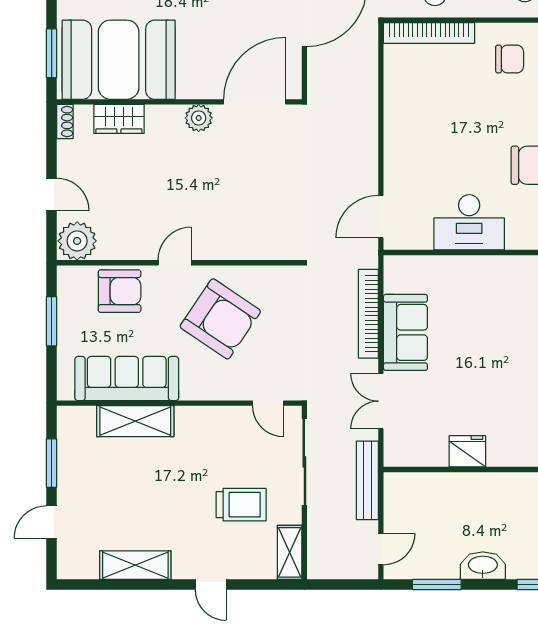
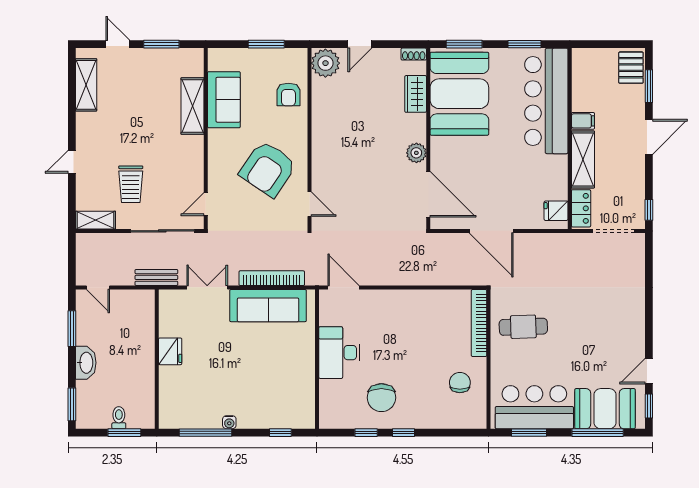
chair: (510, 59) -> (460, 383), turned 180
door: (175, 263) -> (309, 204), moved
armchair: (120, 291) -> (288, 94), width x0.72, depth x0.72
sofa: (405, 332) -> (268, 306), width x1.36
sofa: (127, 379) -> (224, 100), width x0.73
bench: (367, 480) -> (156, 277), width x0.73
shelving: (135, 565) -> (86, 85), moved

